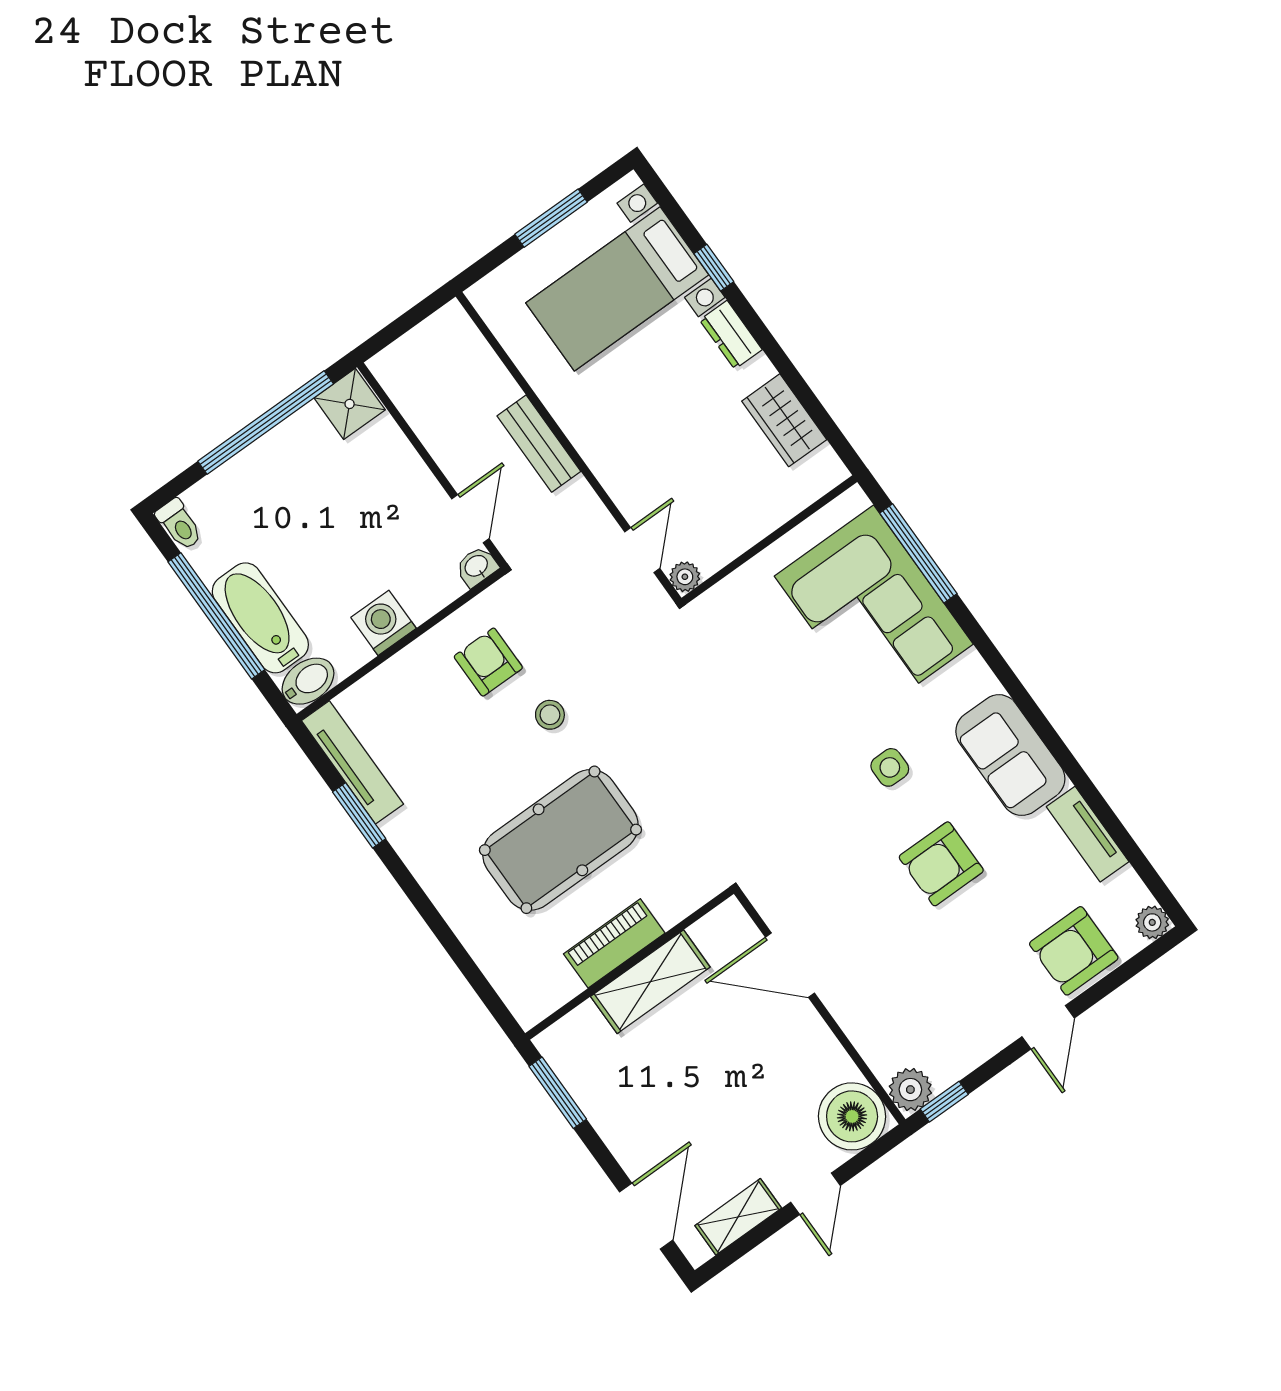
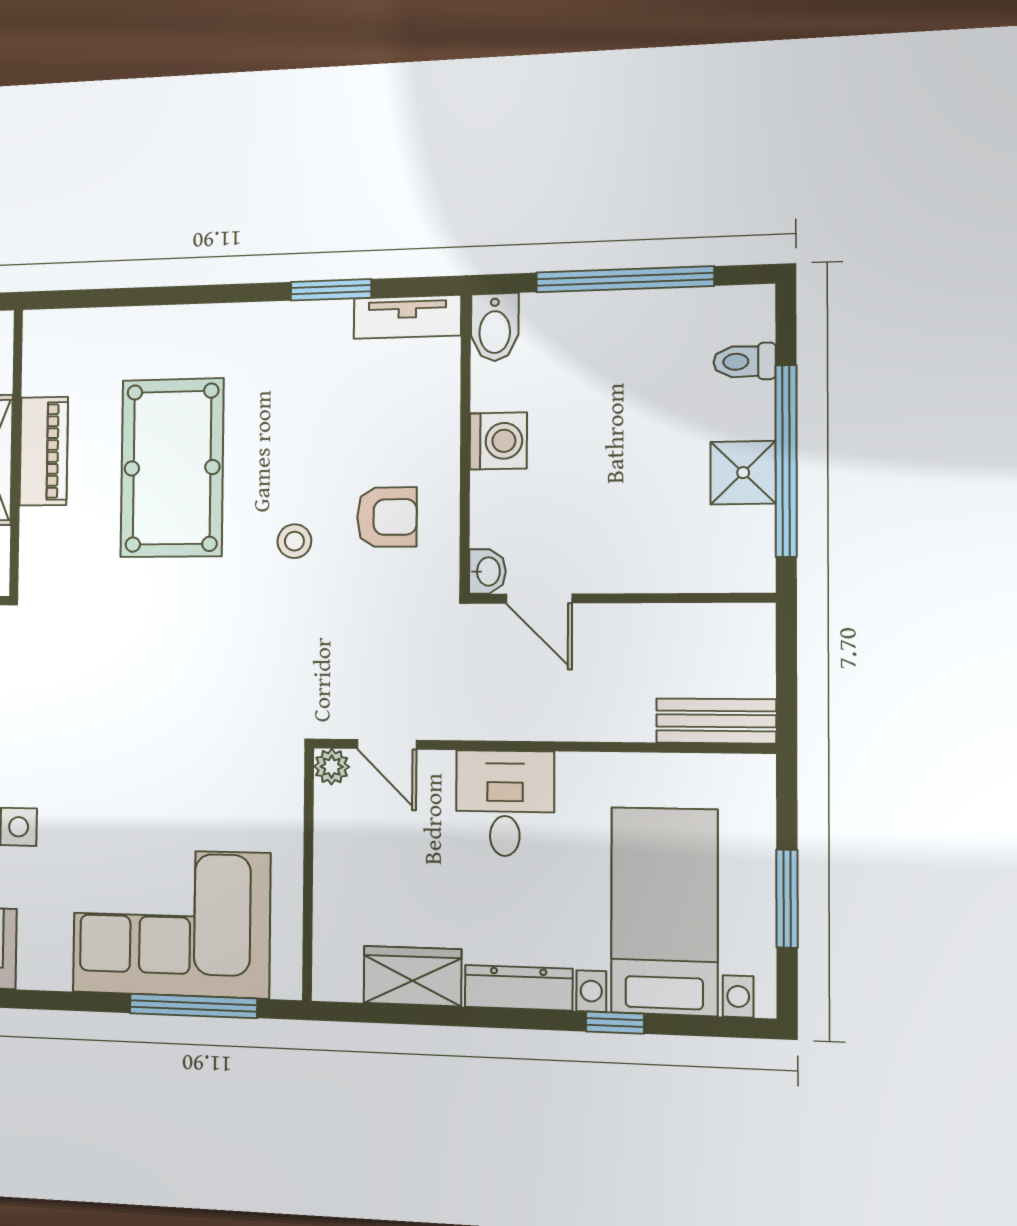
dresser: (731, 335) -> (519, 988), width x1.44
shower: (350, 404) -> (743, 473), moved
desk: (623, 443) -> (505, 803), added
bench: (539, 444) -> (716, 721), moved
toilet: (179, 524) -> (744, 362), moved
bathtub: (260, 618) -> (591, 322), removed
tv unit: (352, 762) -> (407, 317), width x0.71

